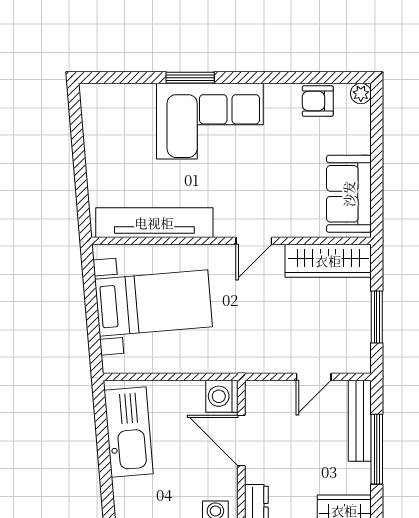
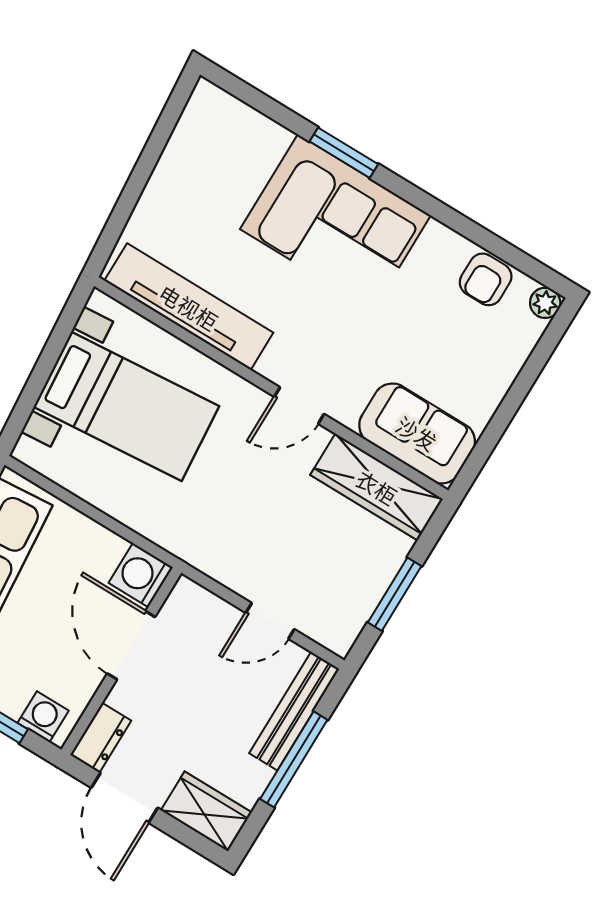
armchair: (318, 101) -> (486, 279), turned -90
sofa: (349, 194) -> (417, 433), moved, turned 90

